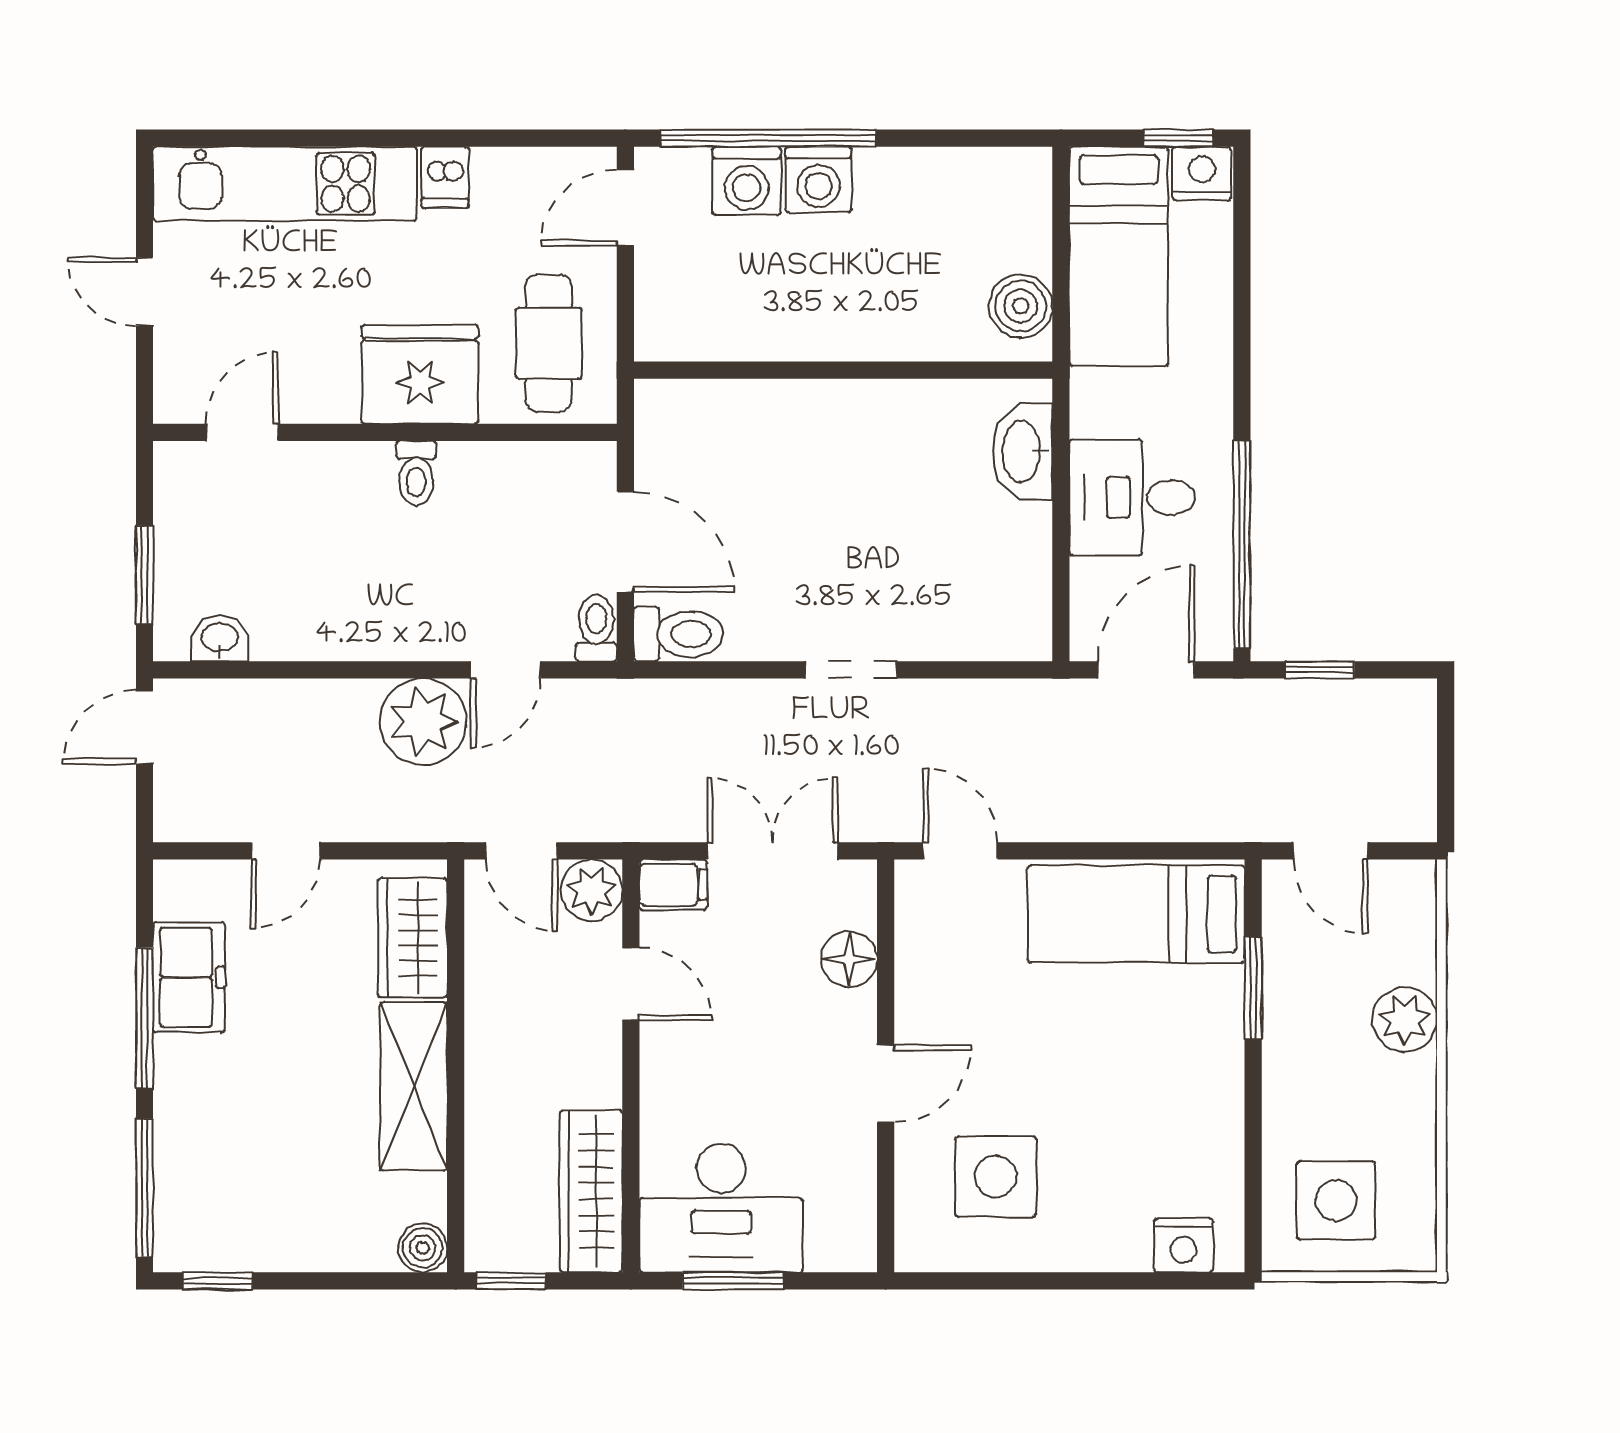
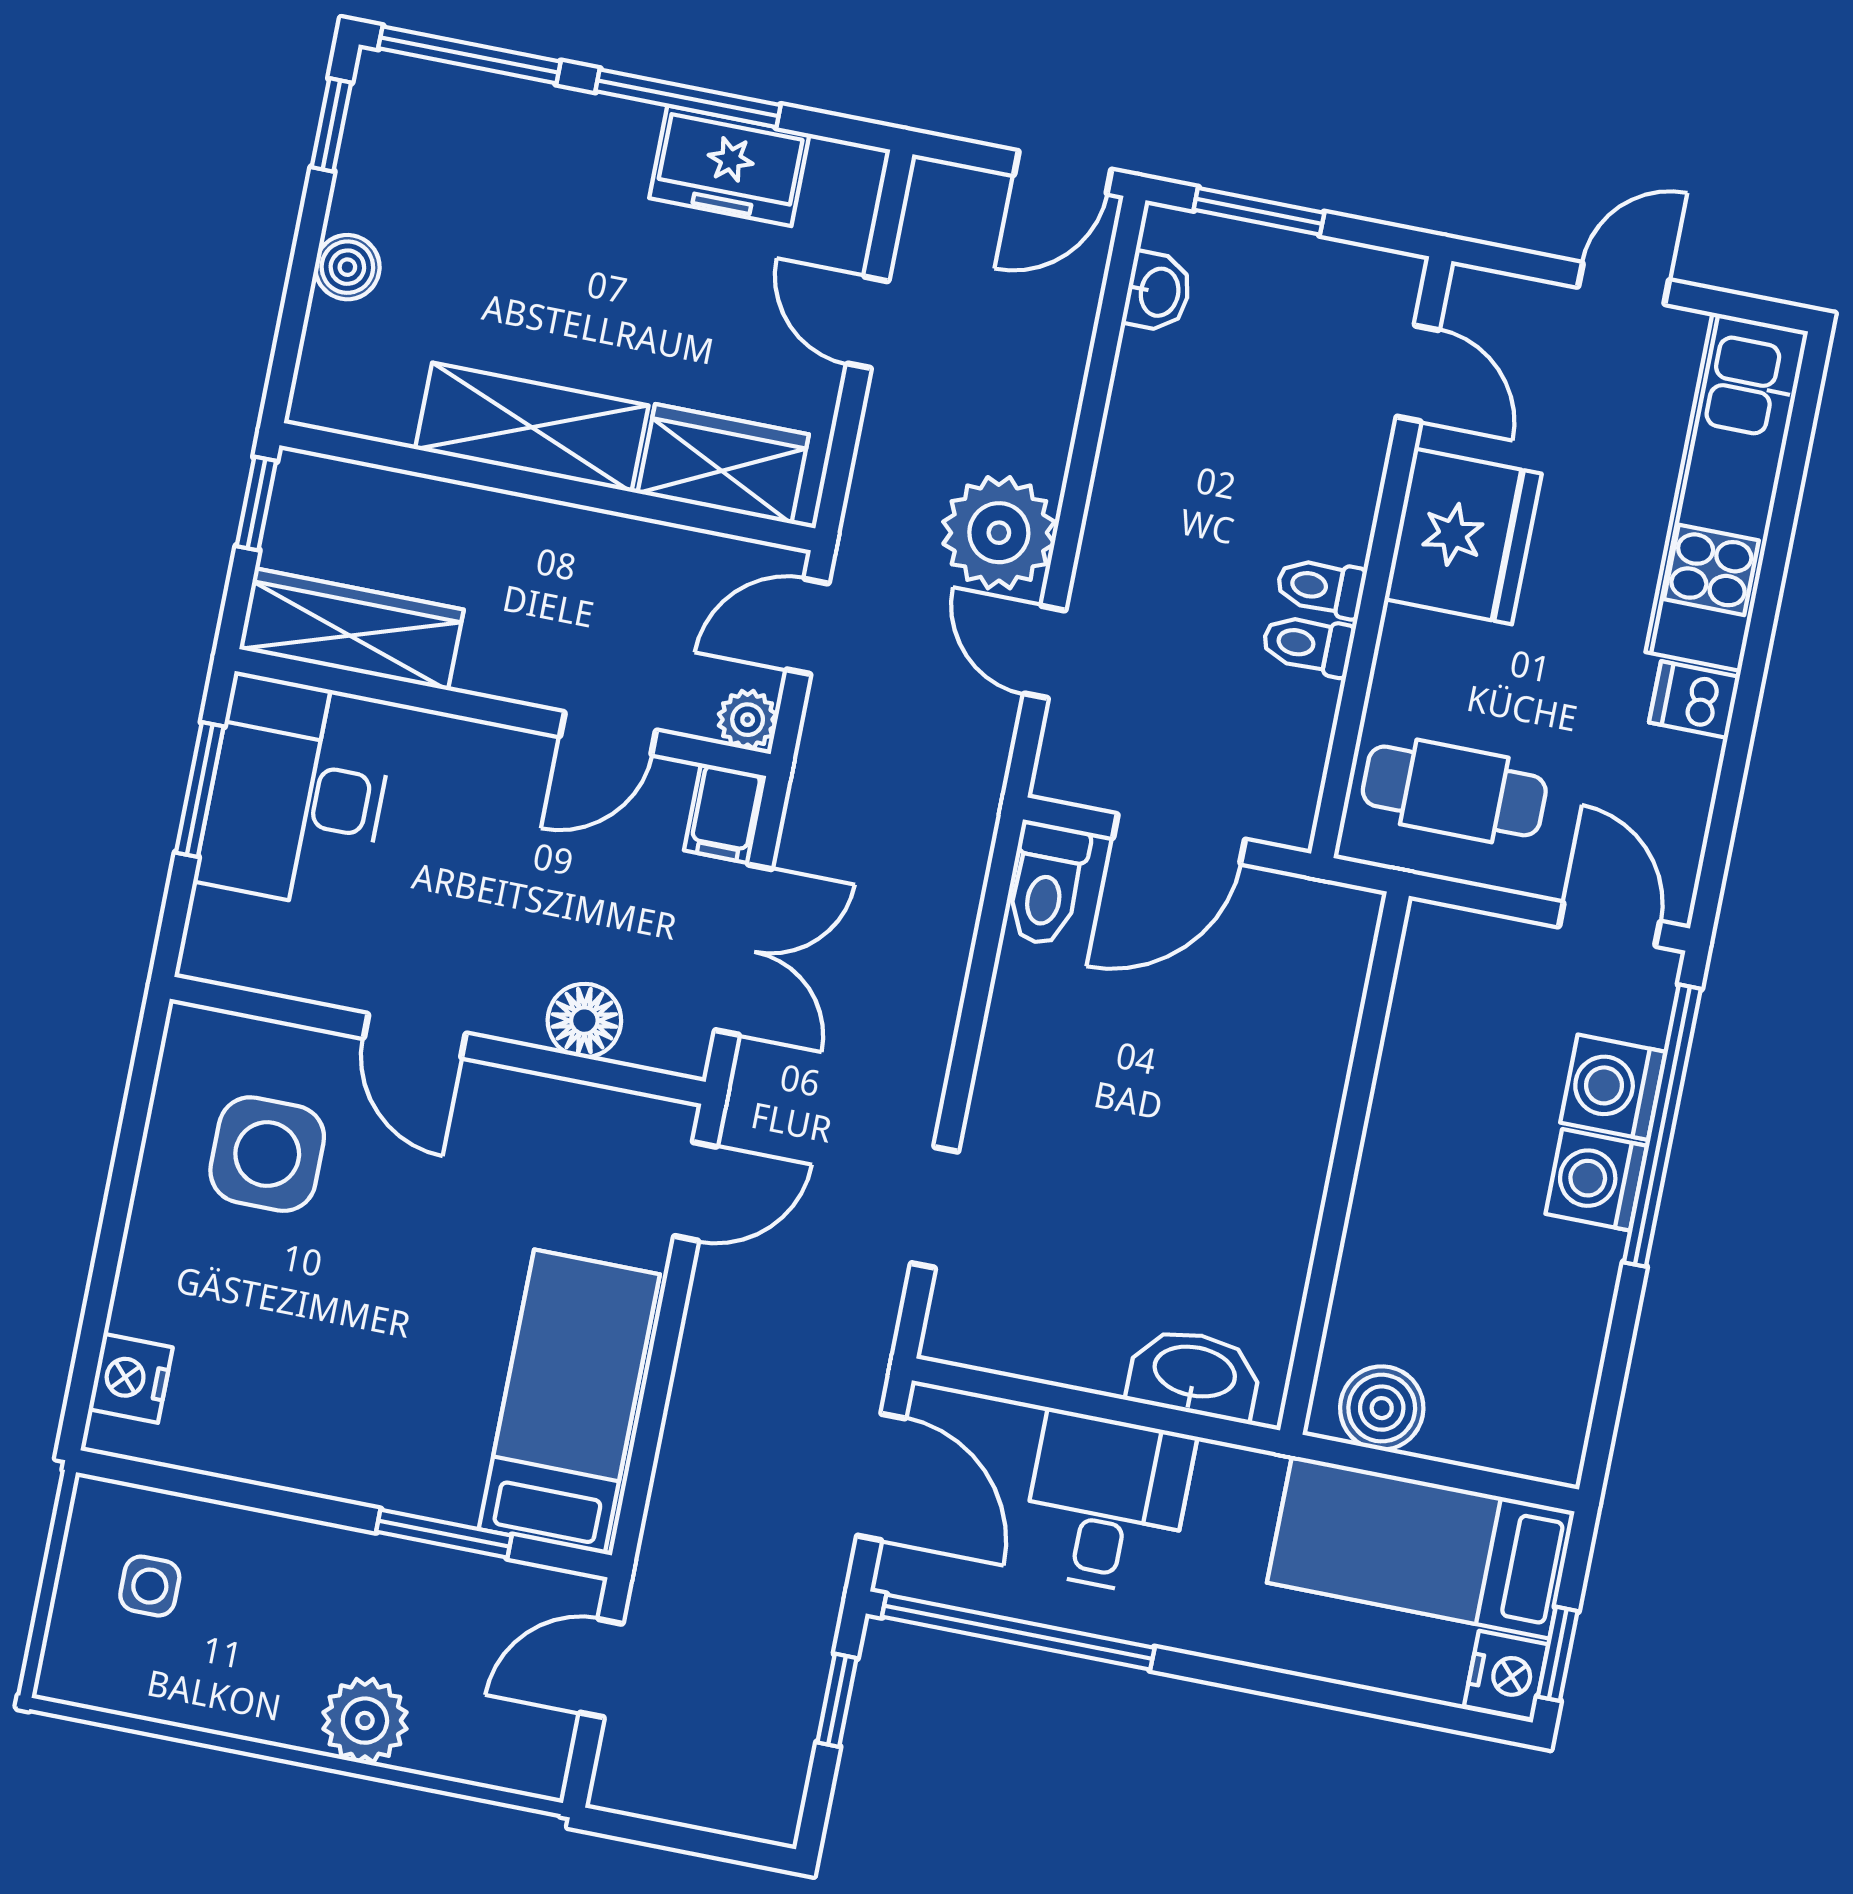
fridge: (420, 374) -> (1463, 536), moved
toilet: (596, 628) -> (1308, 645), moved, turned 180
doorway: (851, 670) -> (935, 1207), moved
door: (145, 727) -> (1063, 172), swing flipped
plant: (592, 890) -> (748, 720), width x0.73, depth x0.73
side table: (1336, 1200) -> (150, 1586), width x0.54, depth x0.54
boiler: (423, 1248) -> (347, 267), moved

